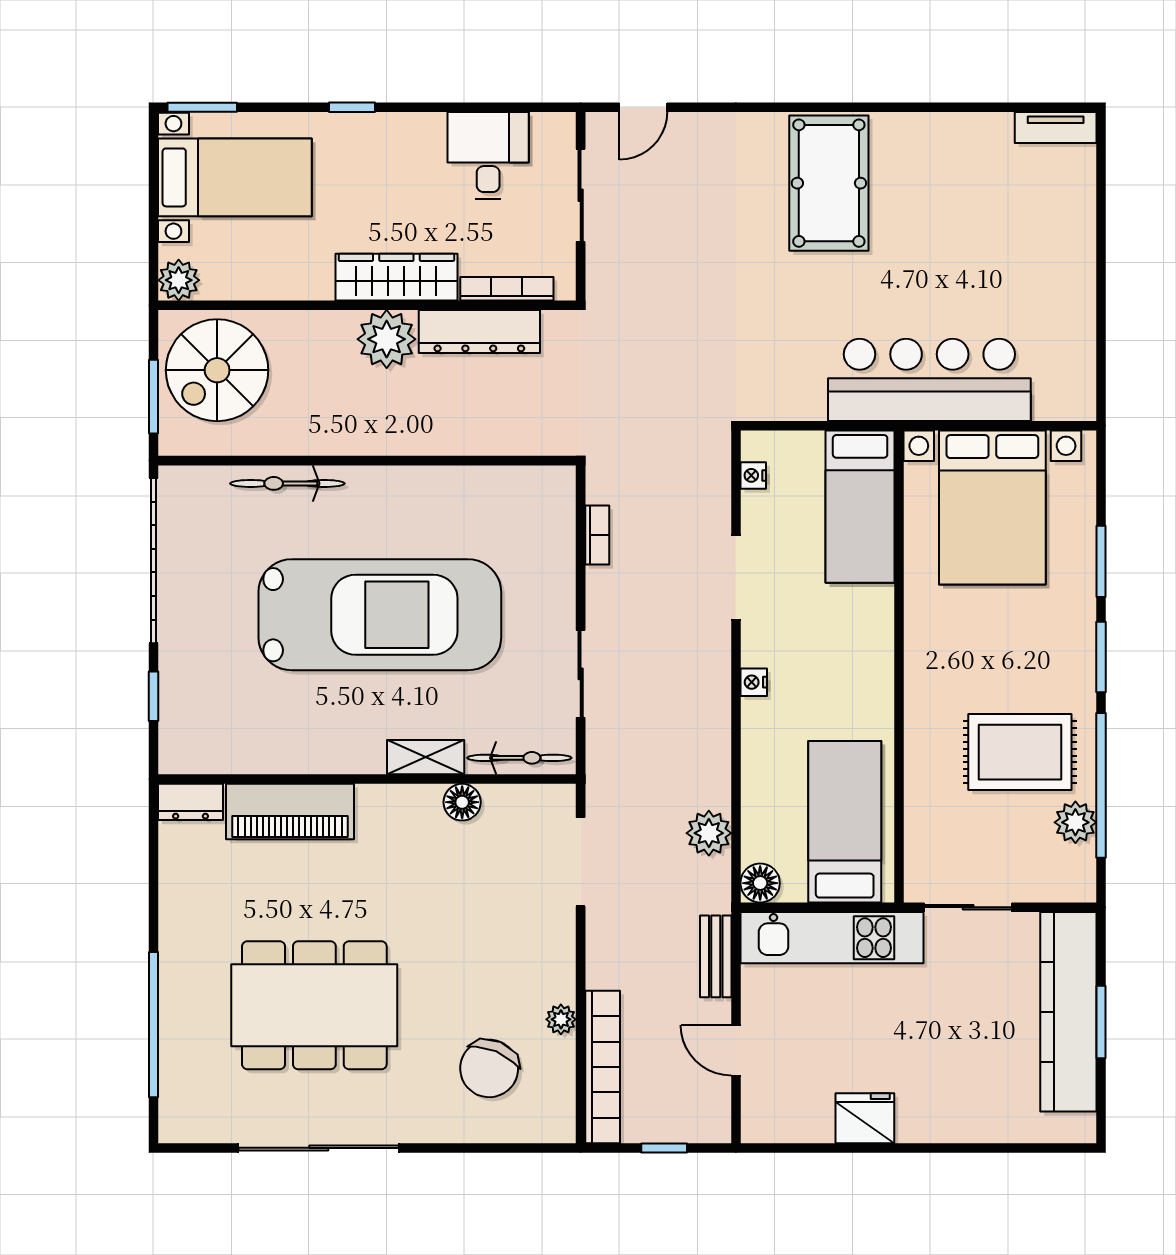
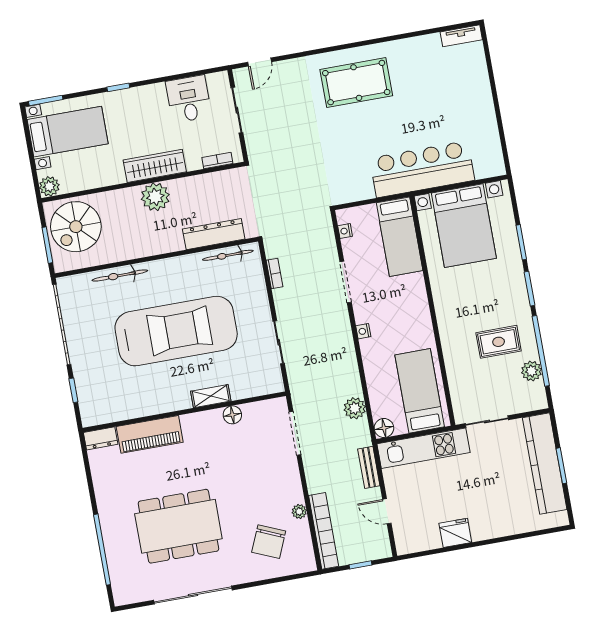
pool table: (829, 183) -> (356, 83), turned 90
bookcase: (507, 289) -> (217, 160), width x0.64
dresser: (479, 332) -> (214, 234), moved, turned 180
rug: (1020, 752) -> (499, 342), width x0.73, depth x0.70
bicycle: (519, 758) -> (228, 255), moved, turned 180

